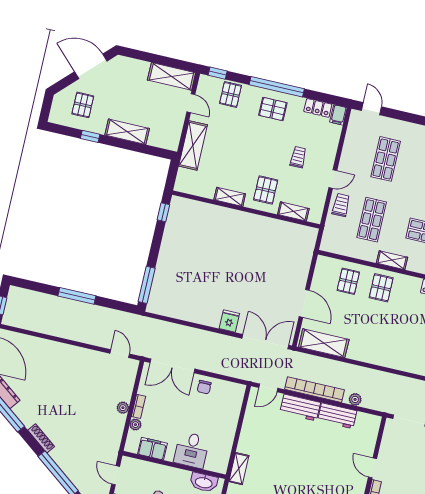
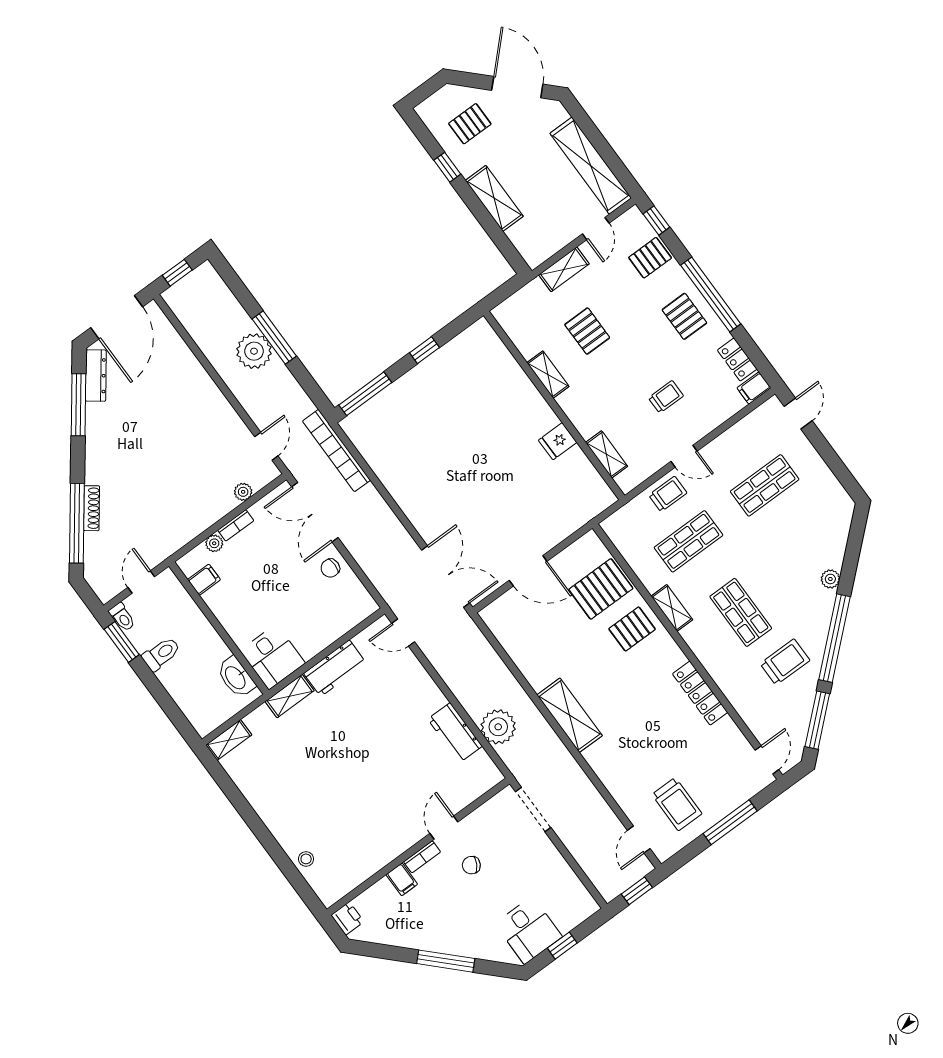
shelving: (172, 76) -> (591, 166), width x1.47
shelving: (193, 145) -> (564, 269), width x0.67, depth x0.75
pallet: (266, 190) -> (587, 331), moved, turned 90
window: (163, 212) -> (425, 350), moved
pallet: (348, 281) -> (601, 589), width x1.50, depth x1.42
door: (304, 303) -> (528, 571), hinge flipped
plant: (73, 311) -> (254, 351), added
fridge: (229, 321) -> (558, 441), moved, turned 180
shelving: (324, 343) -> (570, 715), moved
bookcase: (315, 390) -> (337, 451), moved, turned 180
plant: (355, 399) -> (498, 727), width x1.88, depth x1.88
plant: (123, 408) -> (243, 492), moved
workbench: (300, 408) -> (335, 668), moved, turned -90
shoe rack: (41, 438) -> (92, 508), moved
filing cabinet: (152, 449) -> (204, 580), width x0.50
desk: (192, 450) -> (273, 657), moved, turned -90
chair: (402, 475) -> (471, 865), added

